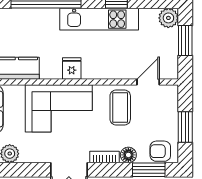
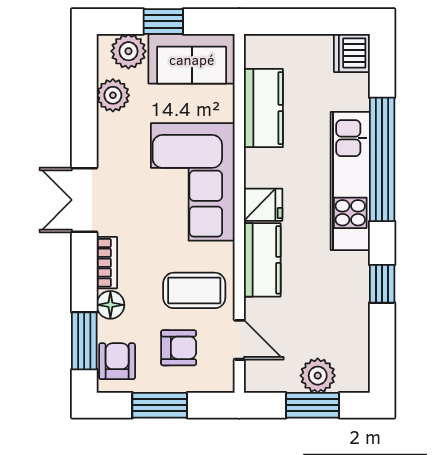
plant: (168, 18) -> (318, 376), moved
kitchen unit: (99, 19) -> (350, 181), moved
kitchen counter: (103, 69) -> (262, 260), added
armchair: (153, 116) -> (179, 348), added

